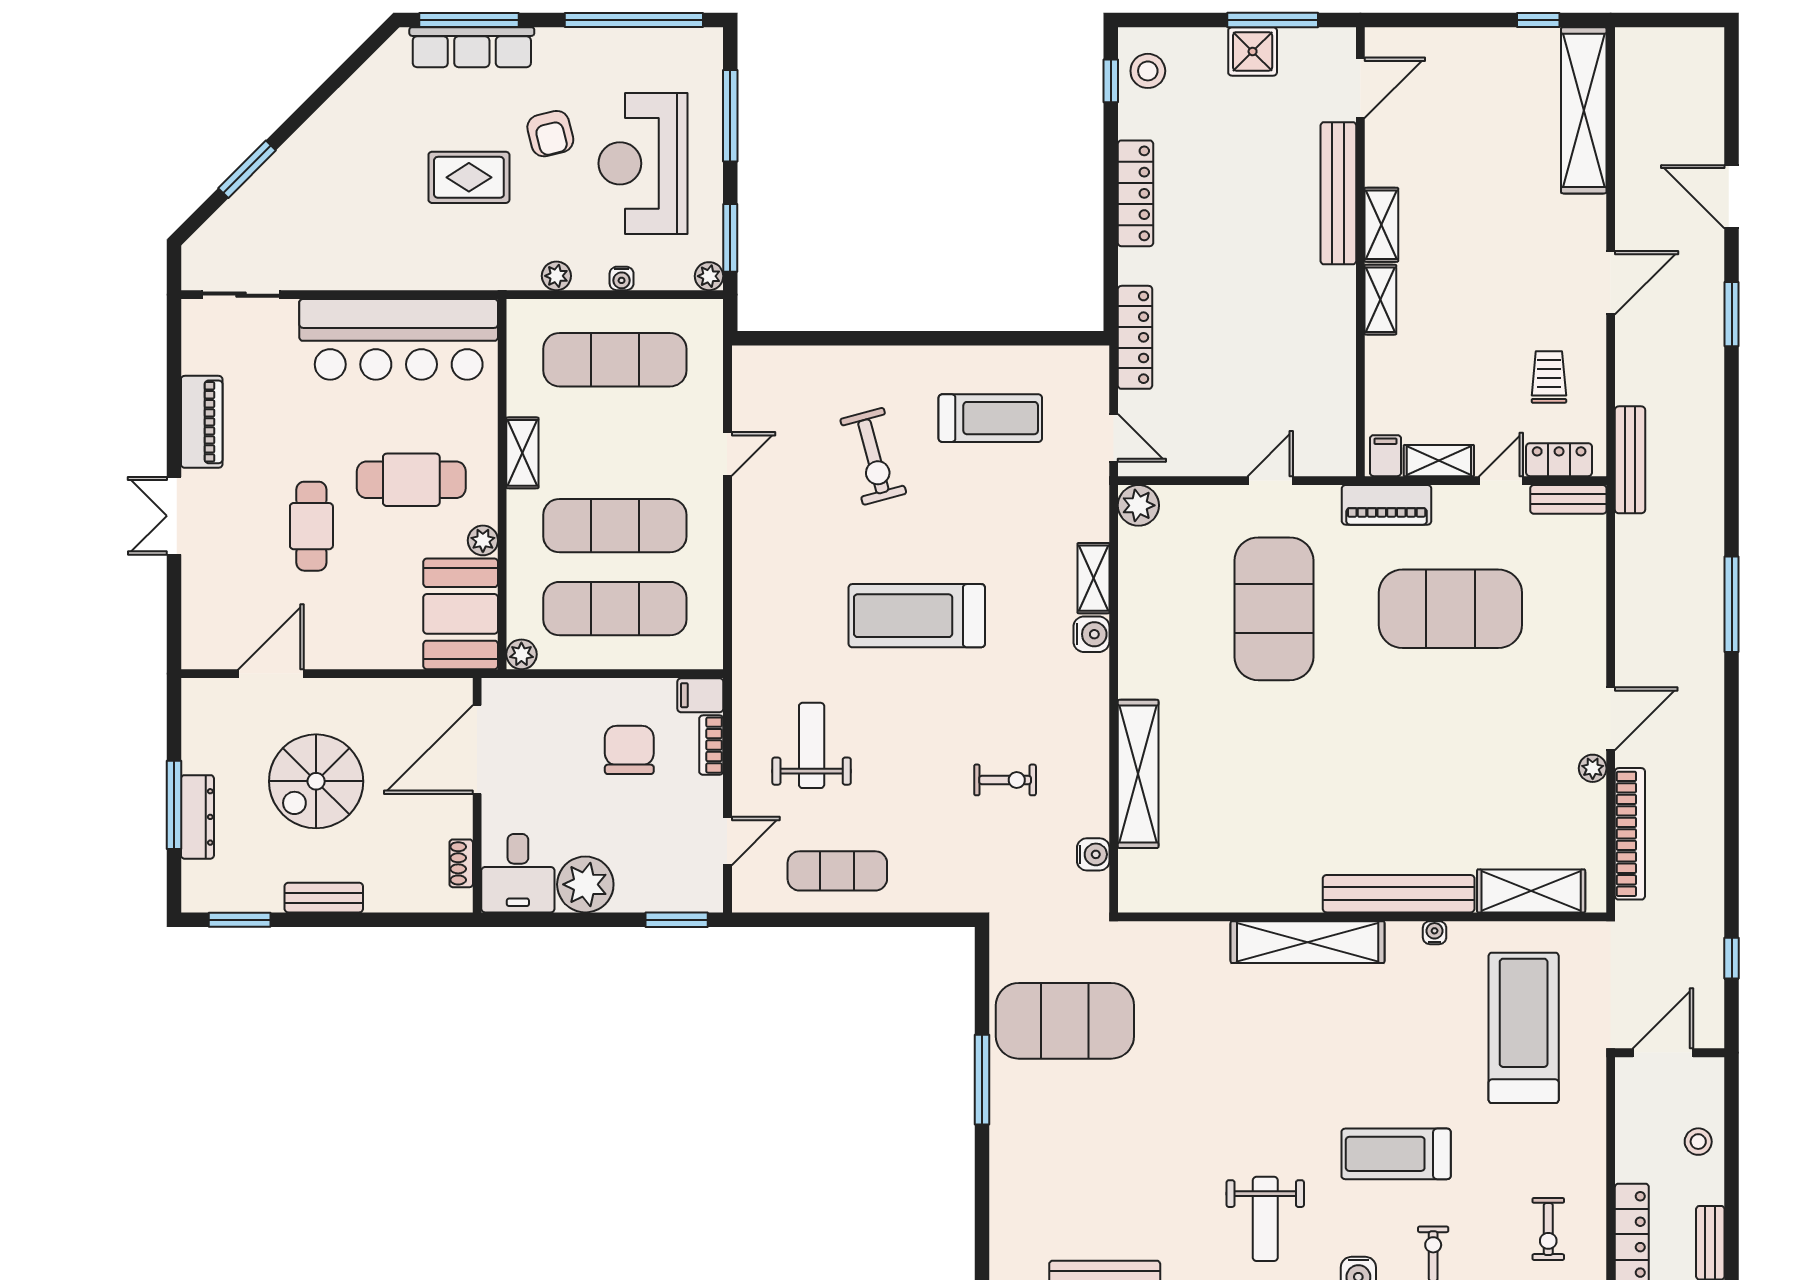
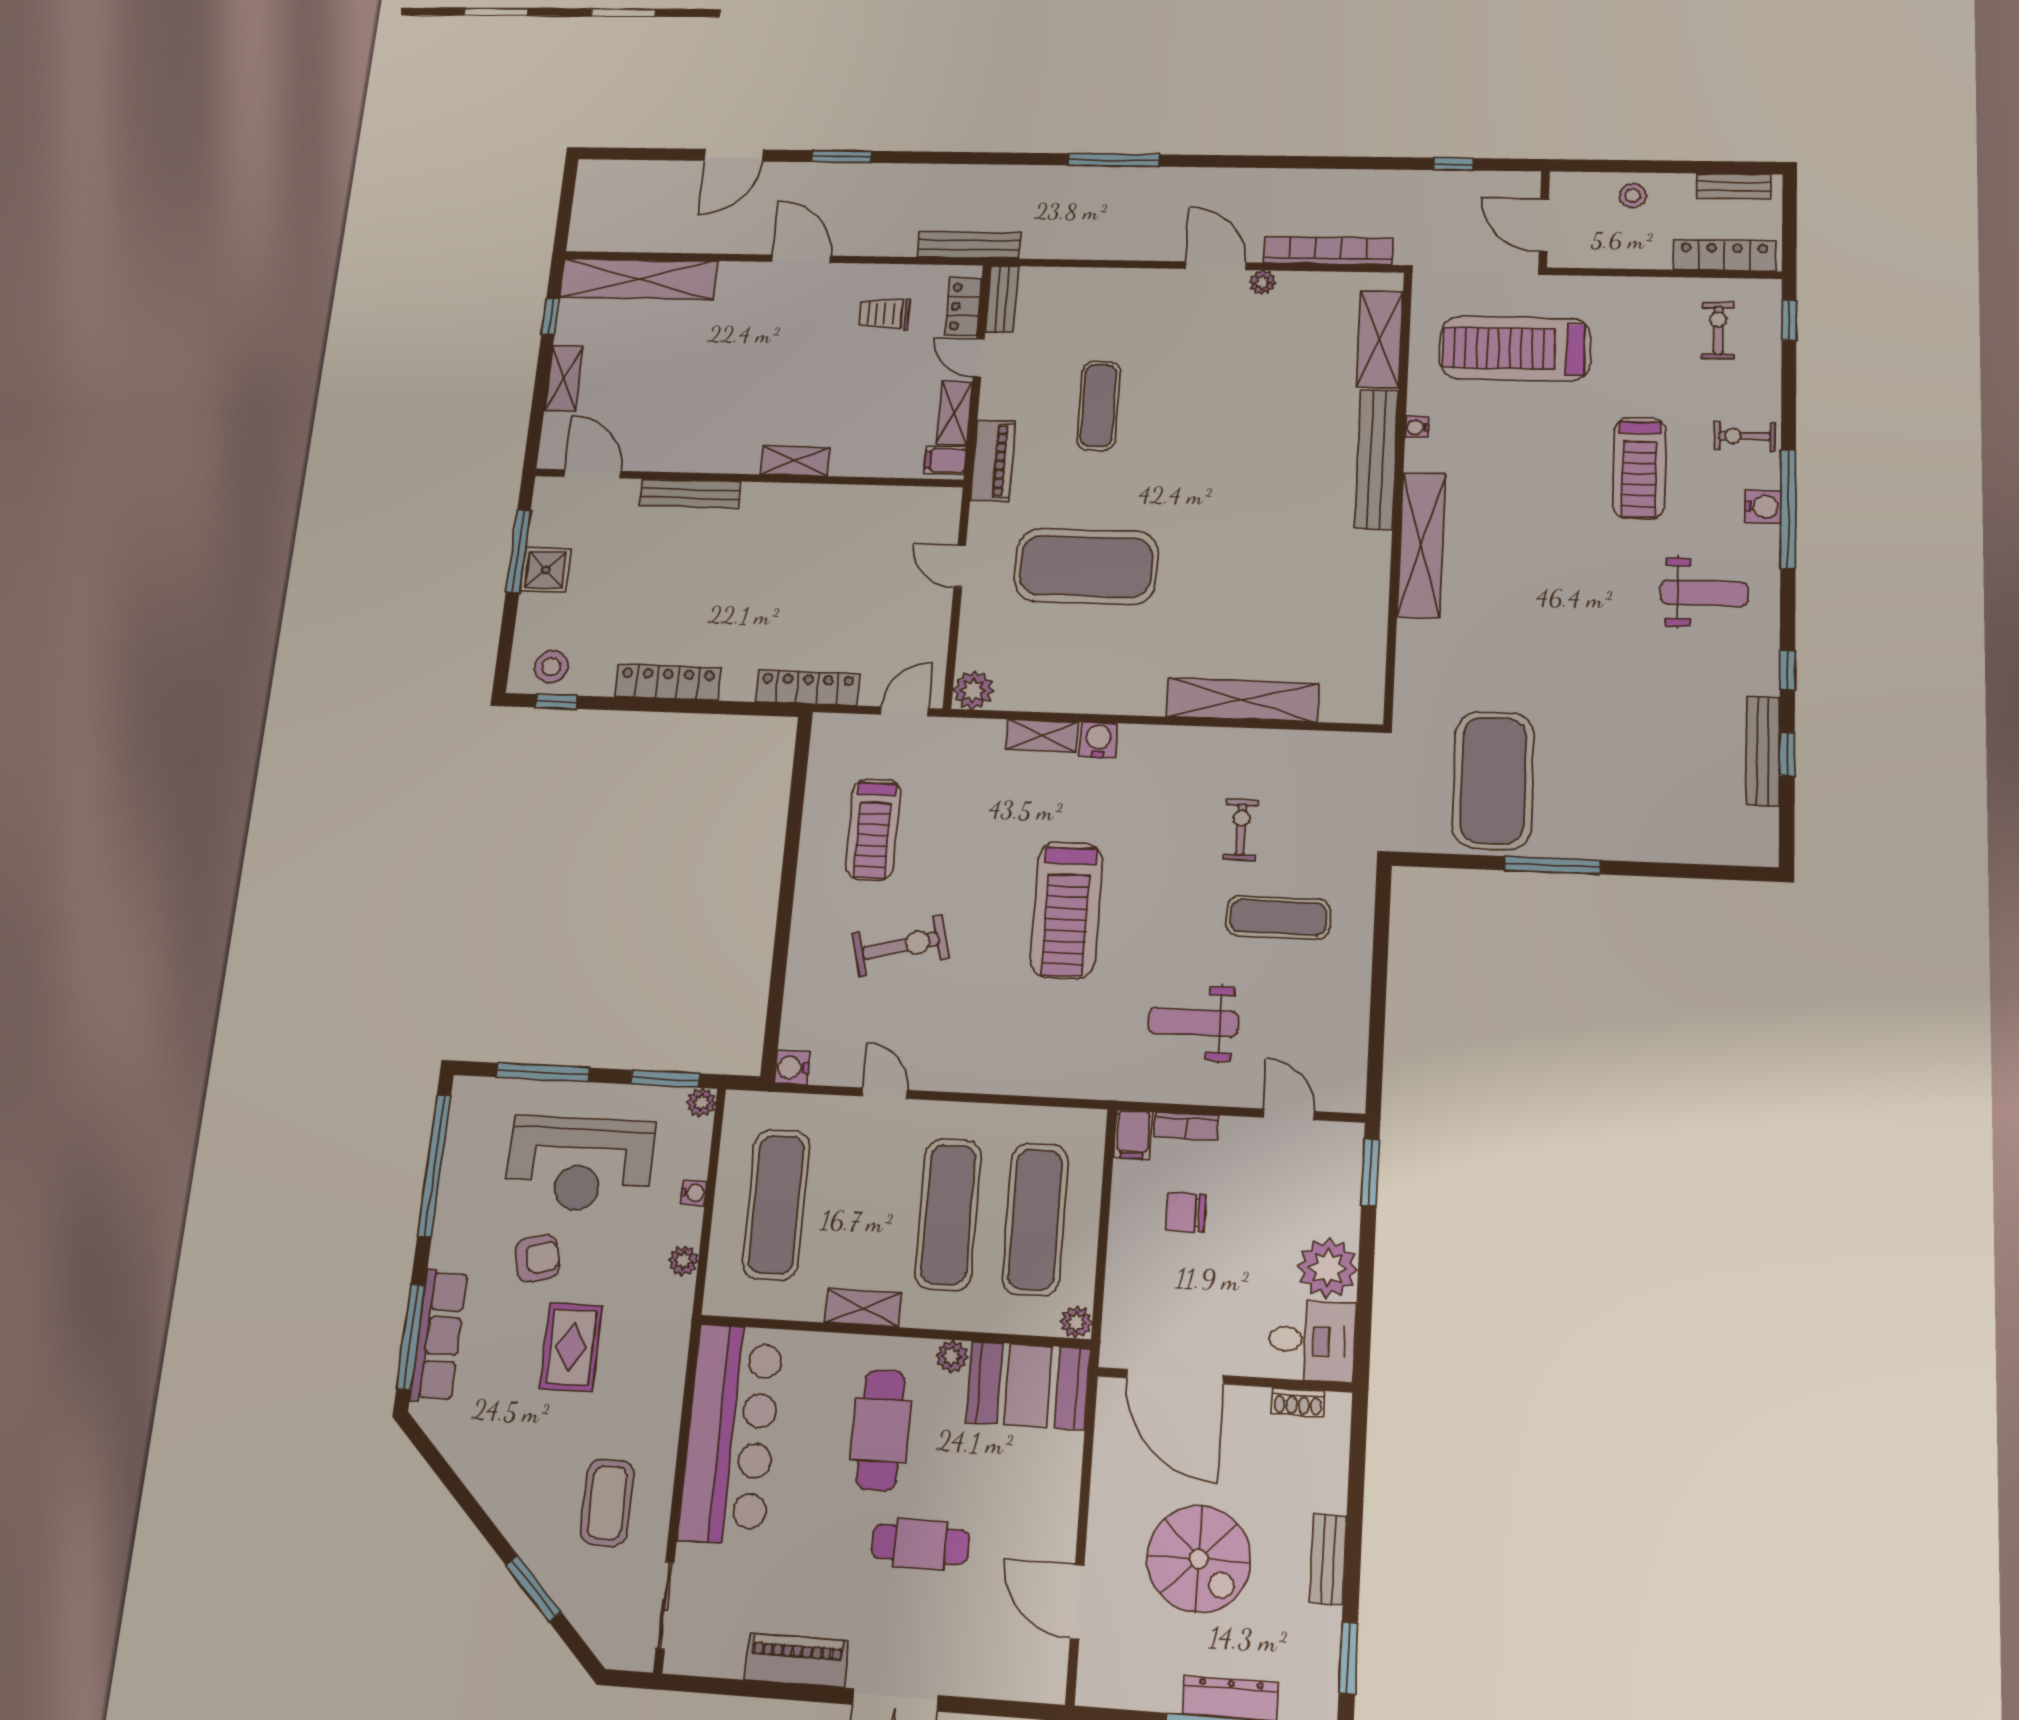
bench: (1338, 193) -> (690, 493), width x0.73, depth x0.82
shelving: (1381, 225) -> (564, 378), moved, turned 90
coffee table: (329, 229) -> (607, 1503), added
treadmill: (990, 418) -> (873, 829), turned 180
exercise mat: (1450, 609) -> (1099, 406), width x0.50, depth x0.69
chair: (629, 750) -> (1186, 1213), width x0.73, depth x0.73
water cooler: (1093, 854) -> (792, 1067), moved, turned -90
exercise mat: (837, 871) -> (1278, 917), moved, turned 90
exercise bike: (1548, 1229) -> (1718, 330), turned -90

